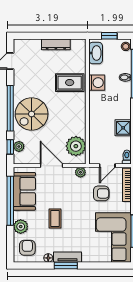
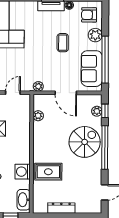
plant: (76, 146) -> (38, 116), width x0.53, depth x0.53
armchair: (101, 193) -> (19, 66), removed
armchair: (27, 248) -> (89, 15), turned 90

